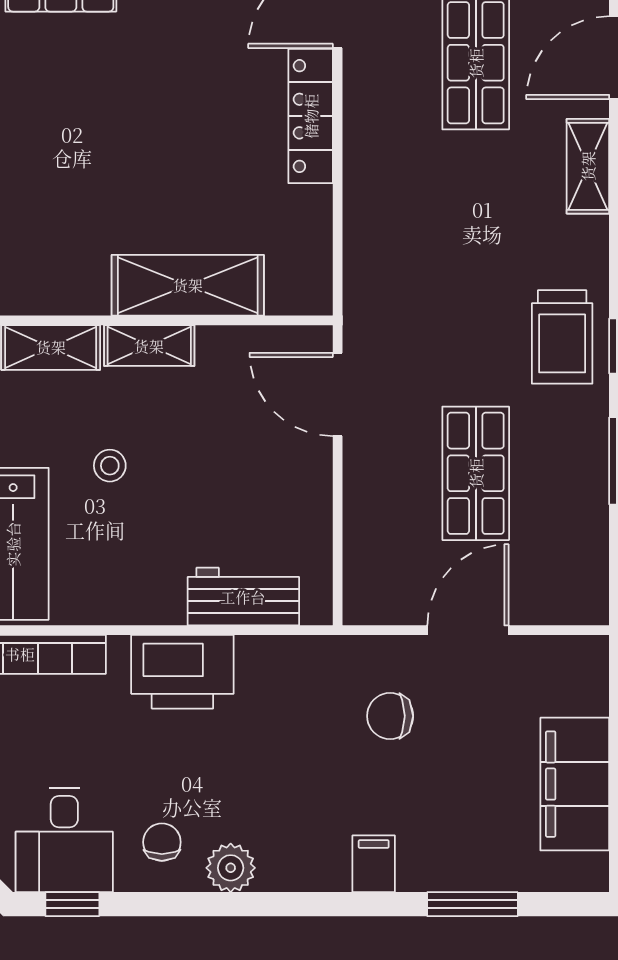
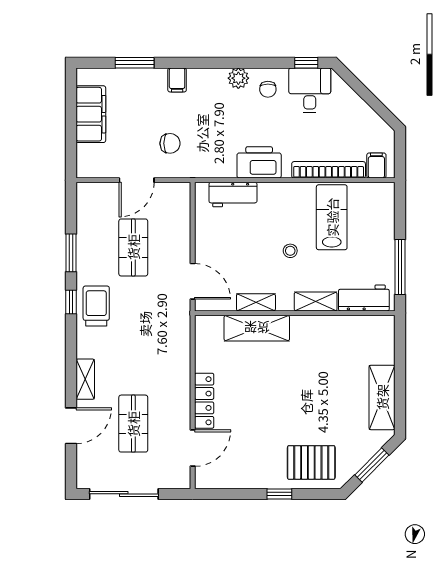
shelving: (149, 346) -> (256, 302), moved

